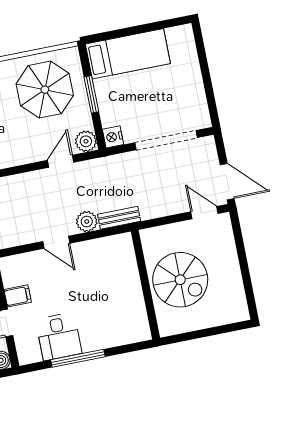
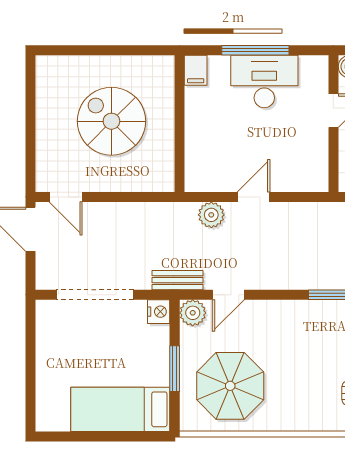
bench: (119, 218) -> (177, 280), moved
door: (56, 242) -> (253, 197), hinge flipped
wall: (145, 285) -> (180, 124), moved
filing cabinet: (18, 296) -> (196, 70), moved, turned -90
desk: (59, 337) -> (264, 82), width x1.37

